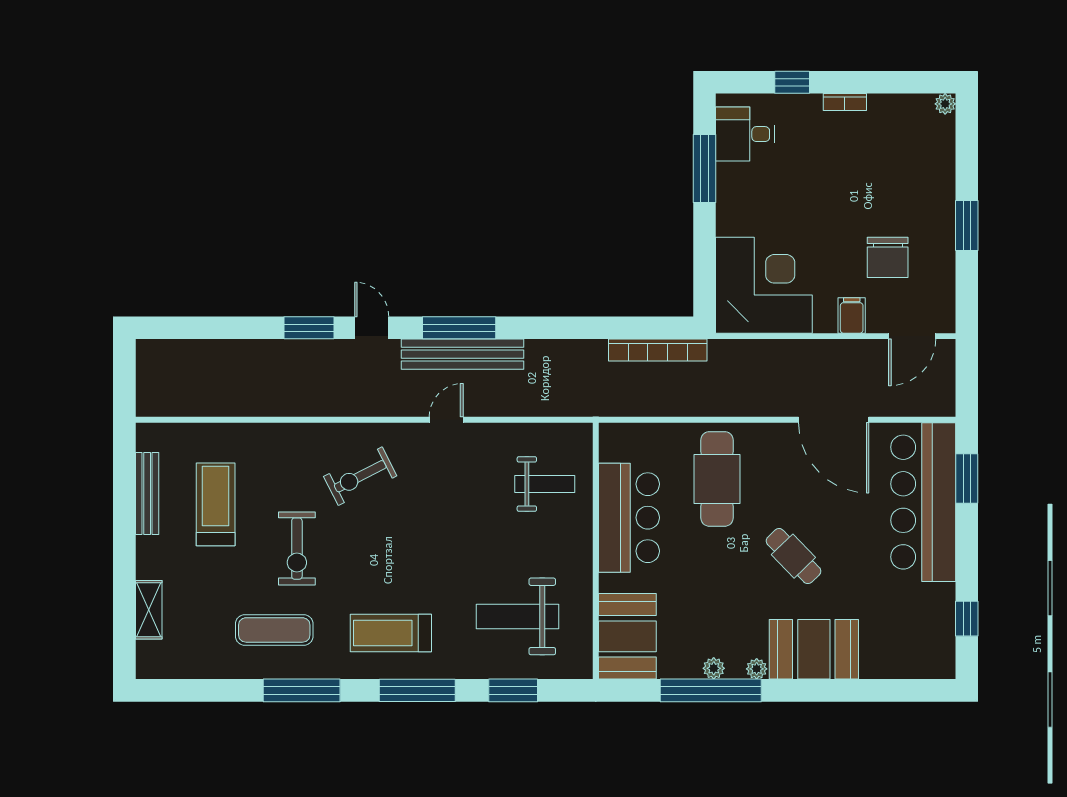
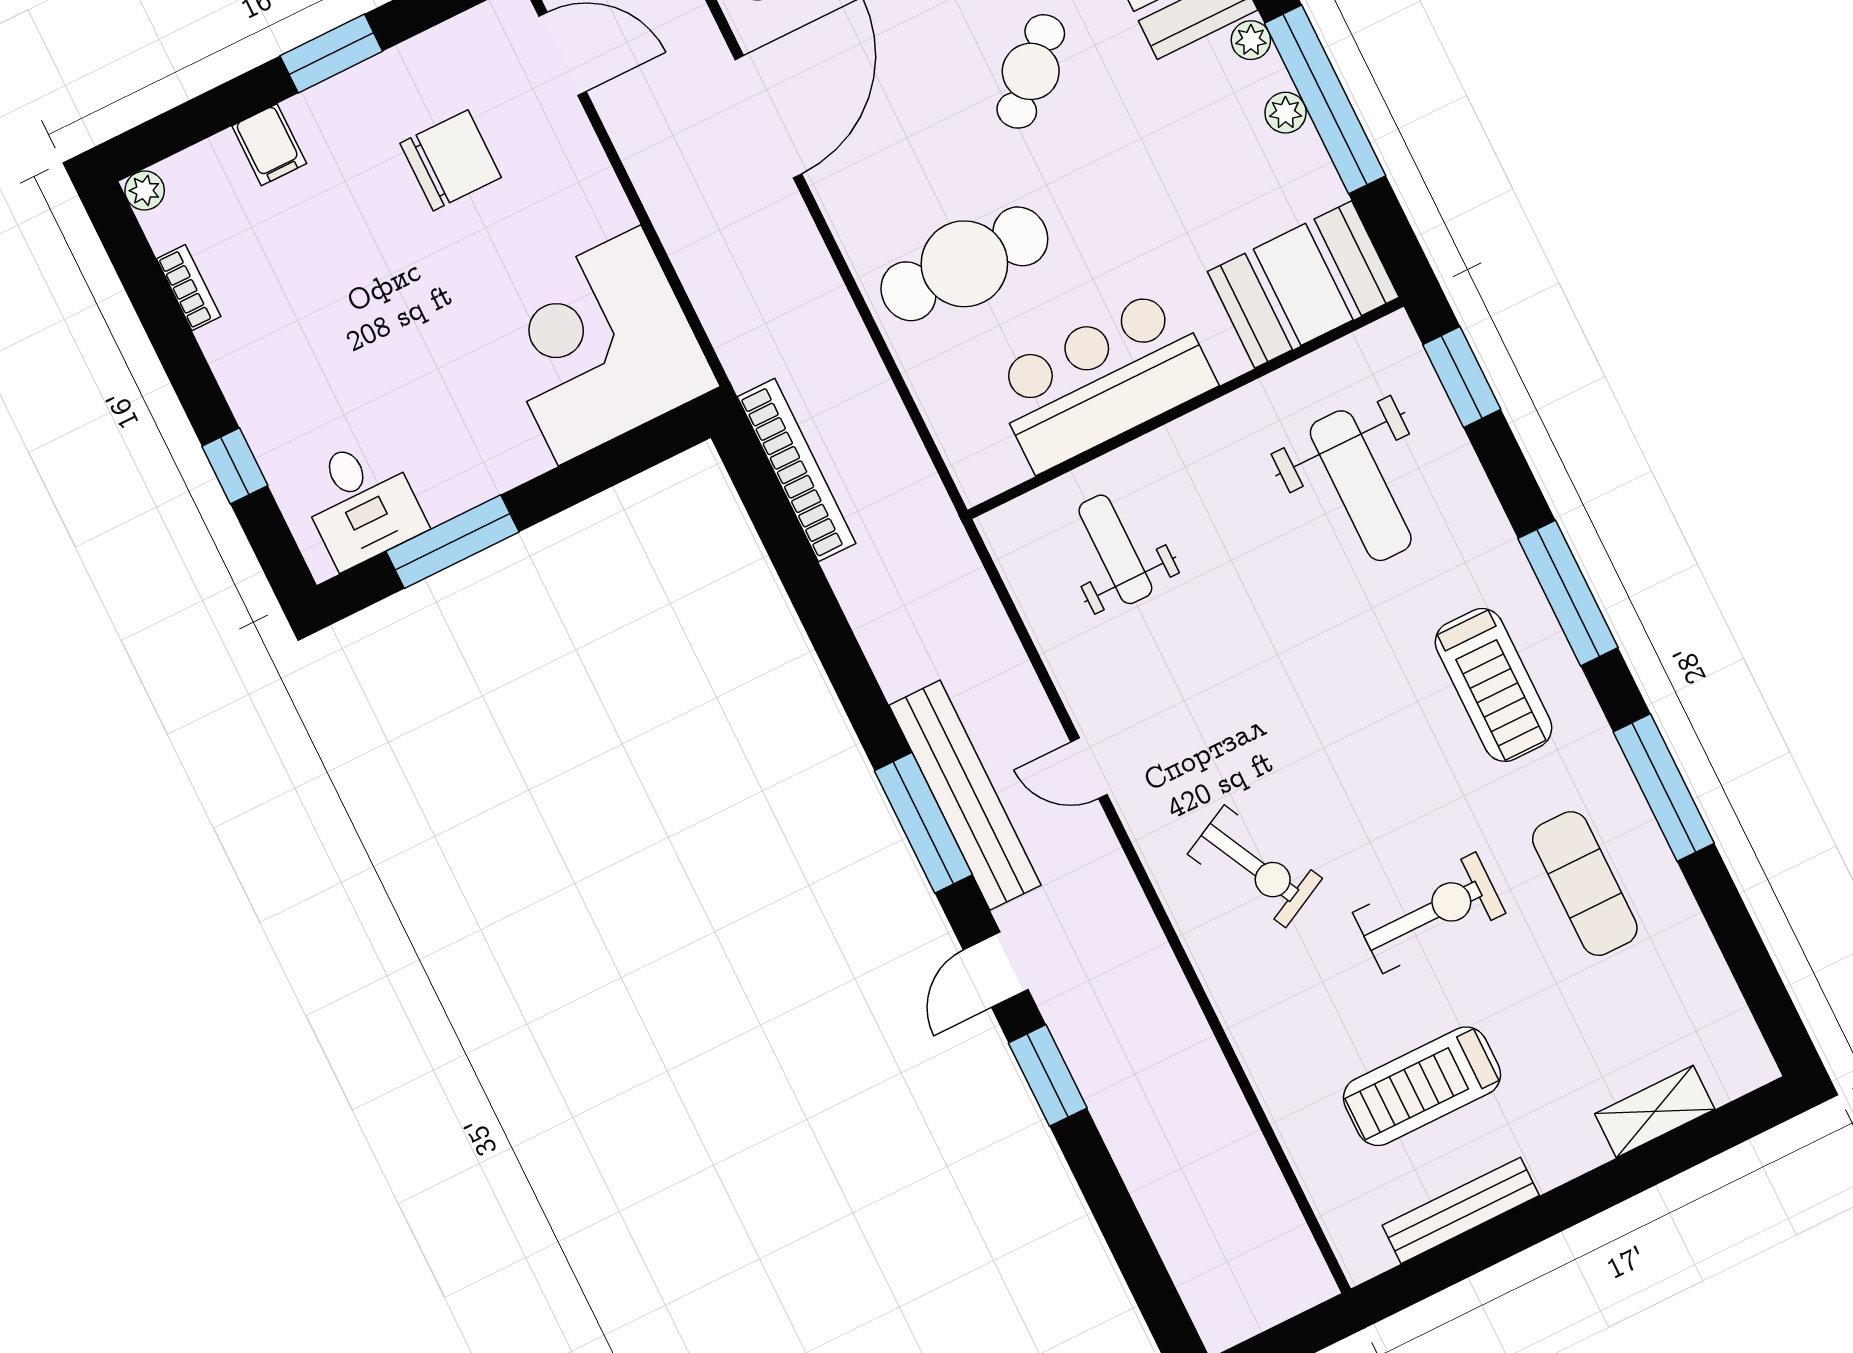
bookcase: (845, 102) -> (189, 288), moved
filing cabinet: (852, 315) -> (269, 145), moved, turned -90
window: (513, 690) -> (1462, 377), moved

